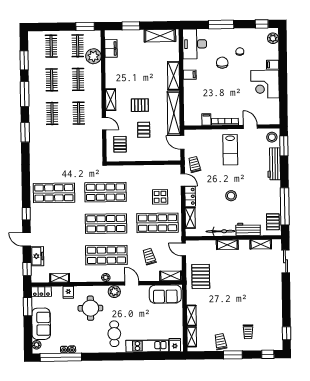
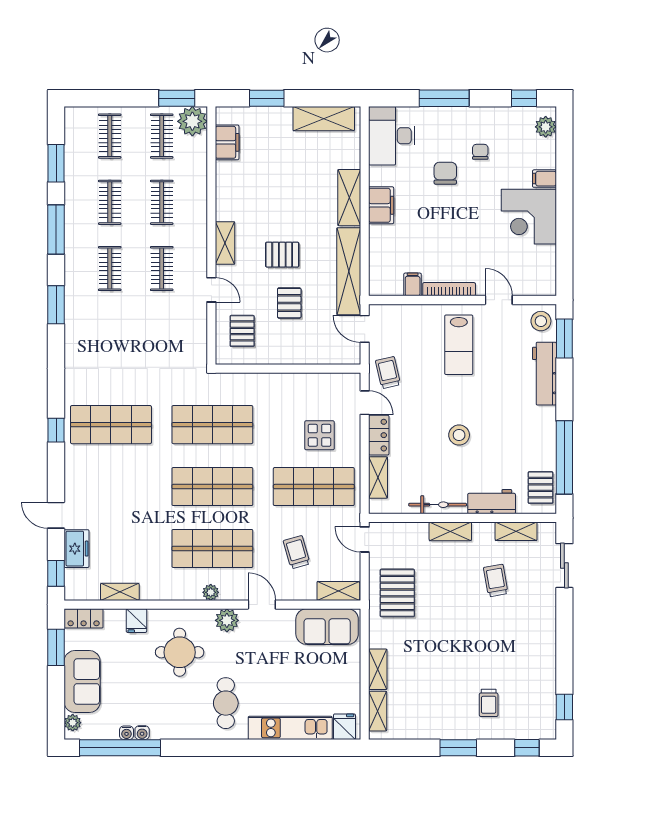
plant: (93, 56) -> (192, 121), moved
filing cabinet: (190, 75) -> (381, 205), width x2.00
window: (26, 214) -> (56, 430), moved
trolley: (221, 342) -> (496, 581), moved

